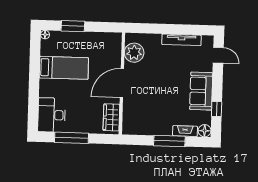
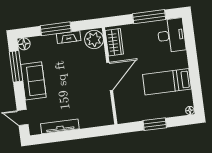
window: (73, 26) -> (155, 124), moved
plant: (134, 53) -> (94, 39), moved
window: (217, 109) -> (16, 66), width x2.17
fireplace: (185, 131) -> (69, 37), moved

